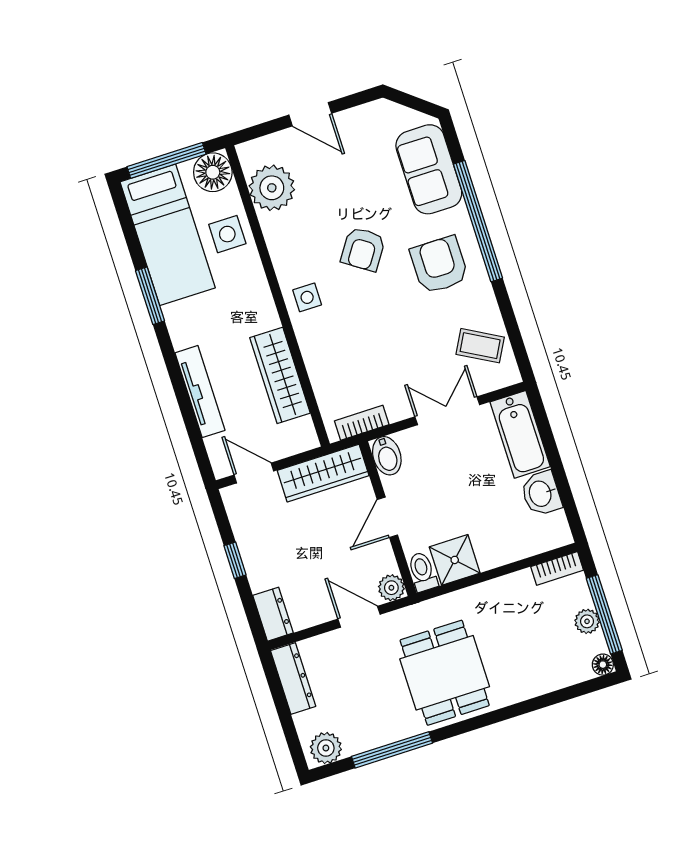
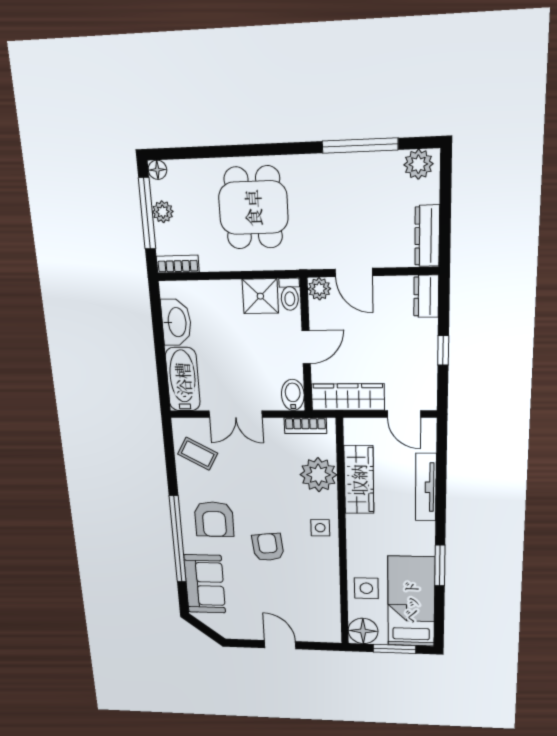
window: (166, 160) -> (394, 649), width x0.69
plant: (272, 188) -> (318, 475), moved
armchair: (363, 249) -> (268, 547), turned -40
washbasin: (541, 493) -> (176, 322), width x1.38
dining table: (445, 673) -> (253, 208), moved

